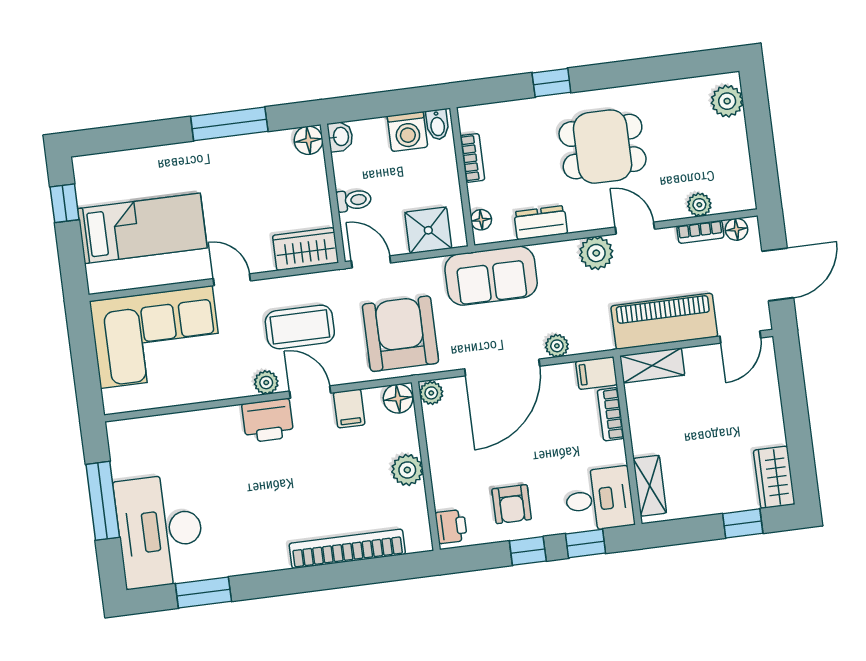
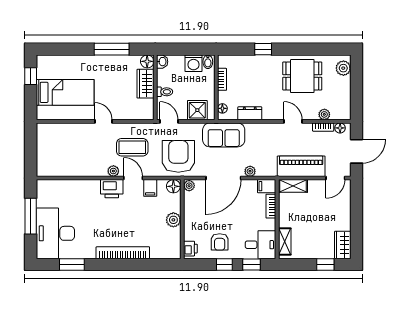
dining table: (603, 147) -> (302, 76), moved
wardrobe: (305, 249) -> (145, 84), moved, turned -90
plant: (596, 253) -> (274, 131), removed
corner sofa: (156, 337) -> (65, 143), removed
bookcase: (347, 549) -> (123, 253), moved

